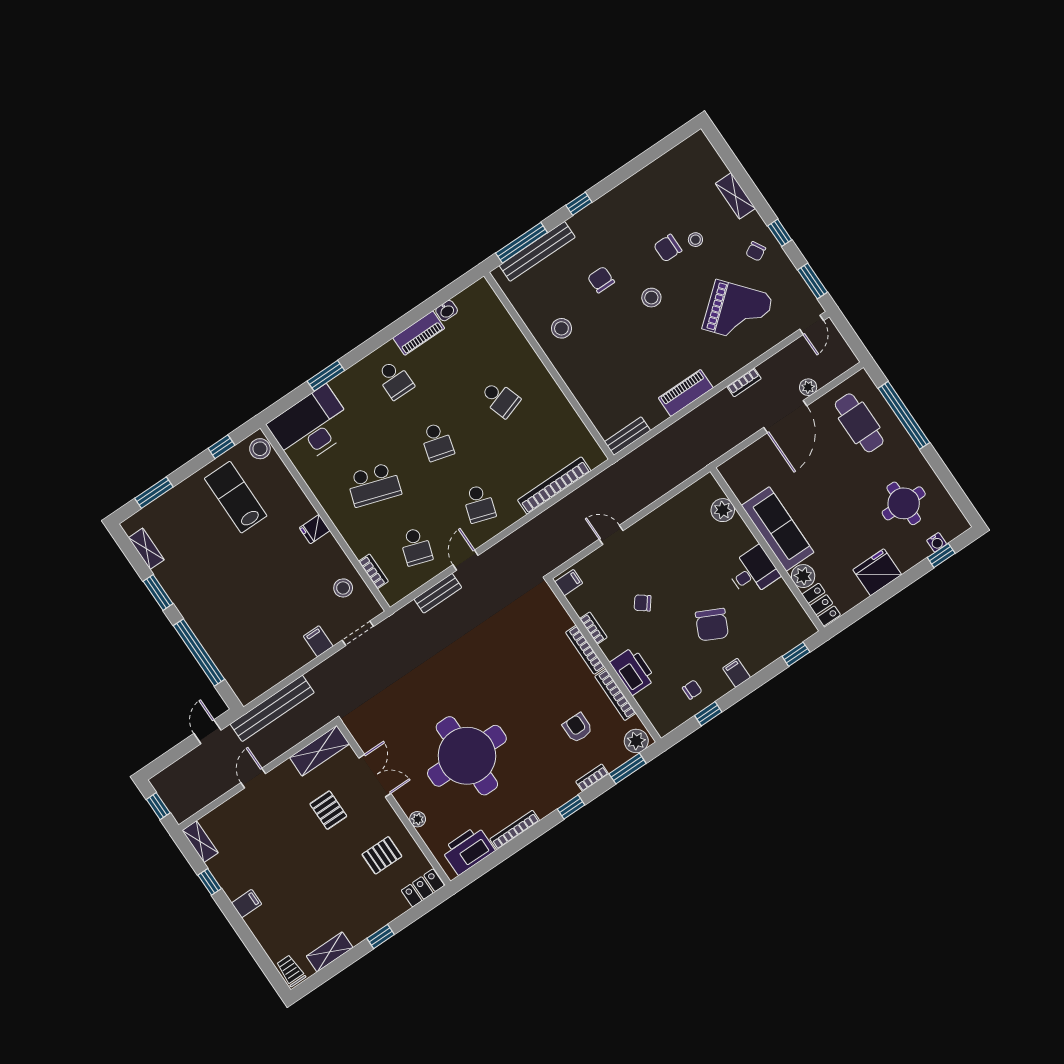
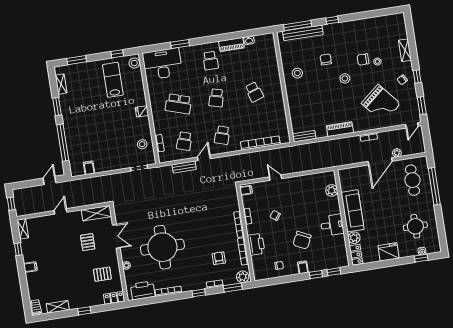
filing cabinet: (318, 641) -> (89, 168), moved
bench: (272, 708) -> (84, 184), removed
window: (708, 714) -> (316, 275), moved

